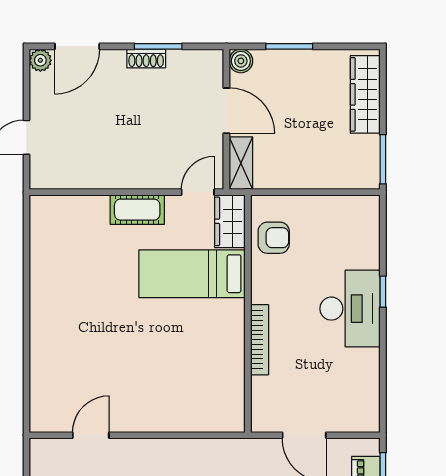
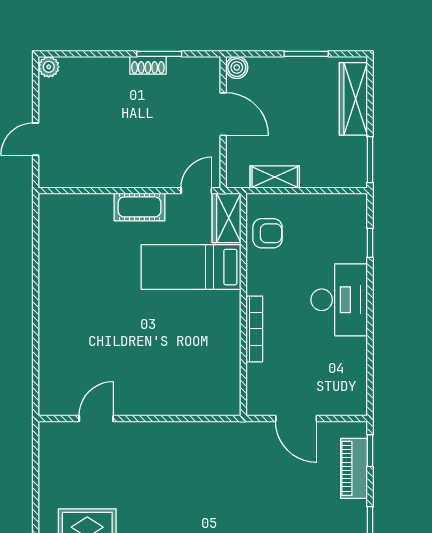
door: (77, 46) -> (83, 54), removed
window: (289, 46) -> (306, 54), moved
shelving: (241, 163) -> (275, 177), moved, turned 90
window: (383, 292) -> (370, 243), moved

